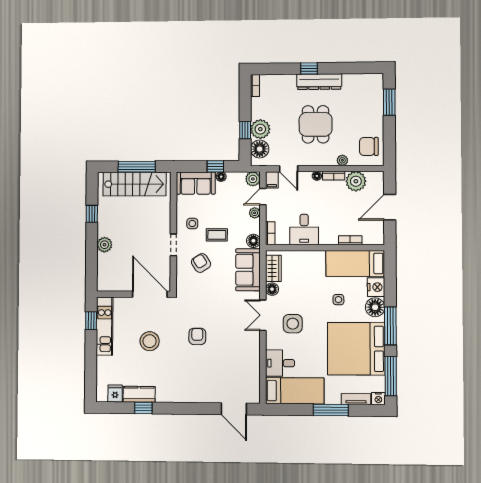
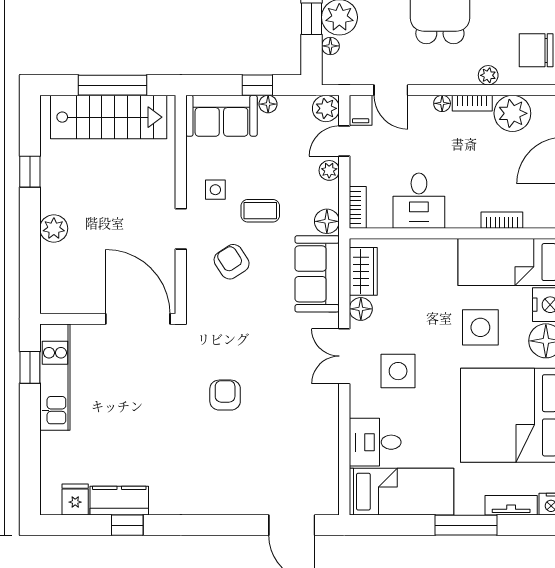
floor lamp: (260, 149) -> (330, 46), width x0.53, depth x0.53
side table: (338, 300) -> (480, 327), width x1.87, depth x1.87
stool: (150, 341) -> (138, 404), removed

